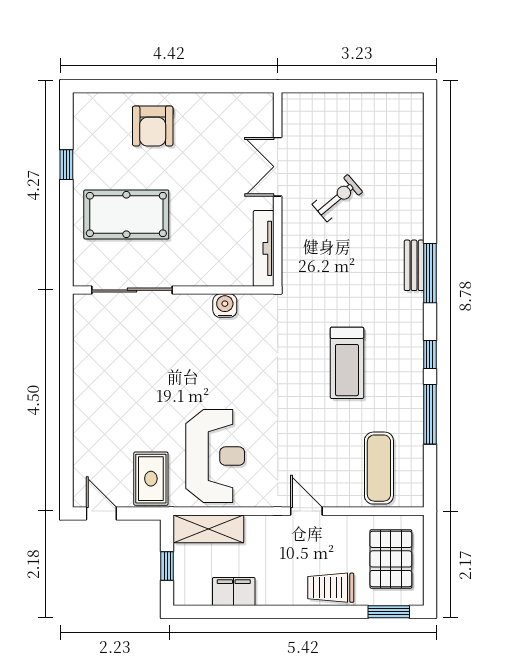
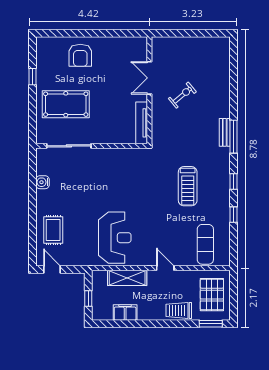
water cooler: (225, 306) -> (43, 182), moved, turned -90
window: (430, 414) -> (233, 215), width x0.46
rug: (151, 479) -> (53, 230), moved
shelving: (208, 529) -> (127, 278), moved

